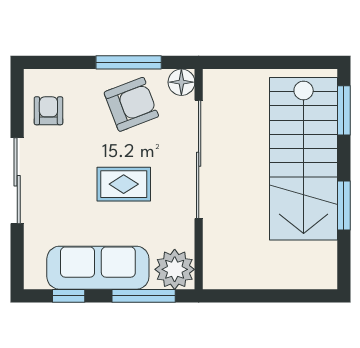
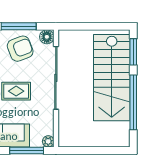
window: (344, 205) -> (133, 102), width x2.11
plant: (175, 269) -> (48, 141), width x0.53, depth x0.53

